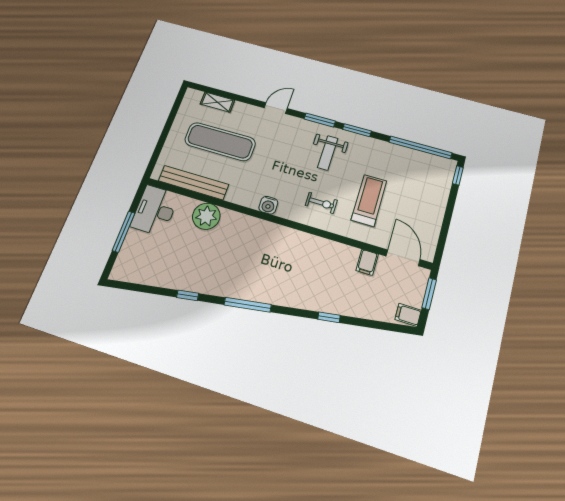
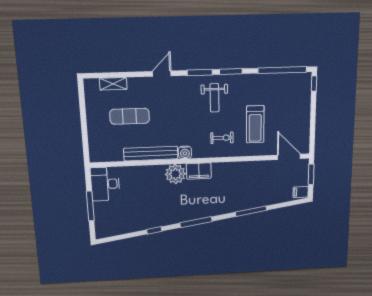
exercise mat: (220, 142) -> (130, 116), width x0.73, depth x0.69
bench: (193, 183) -> (151, 154), moved
treadmill: (369, 200) -> (255, 124), turned 180
plant: (206, 216) -> (175, 174), moved
filing cabinet: (367, 262) -> (199, 171), moved, width x2.00
window: (329, 317) -> (251, 211), width x2.17

